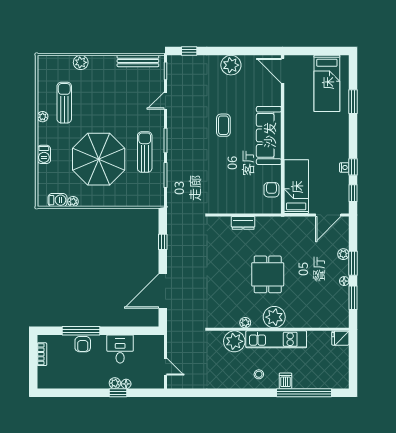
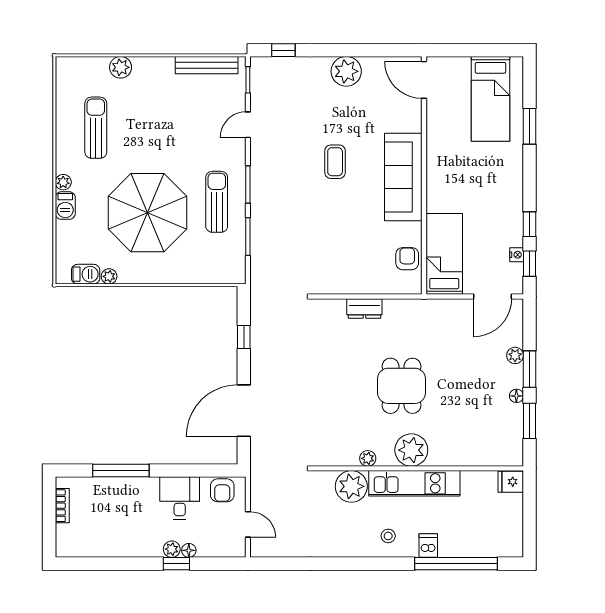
plant: (43, 117) -> (63, 182), moved
nightstand: (344, 167) -> (517, 255), moved
armchair: (83, 344) -> (222, 490), moved

